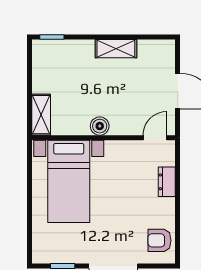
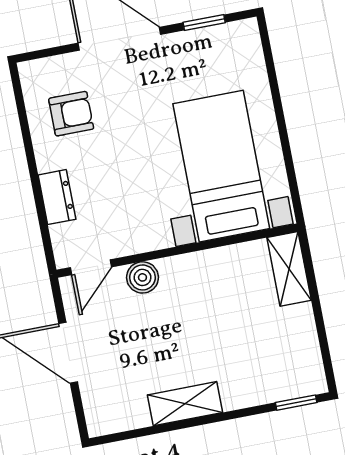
boiler: (100, 126) -> (142, 277), moved
armchair: (160, 240) -> (71, 114), moved

